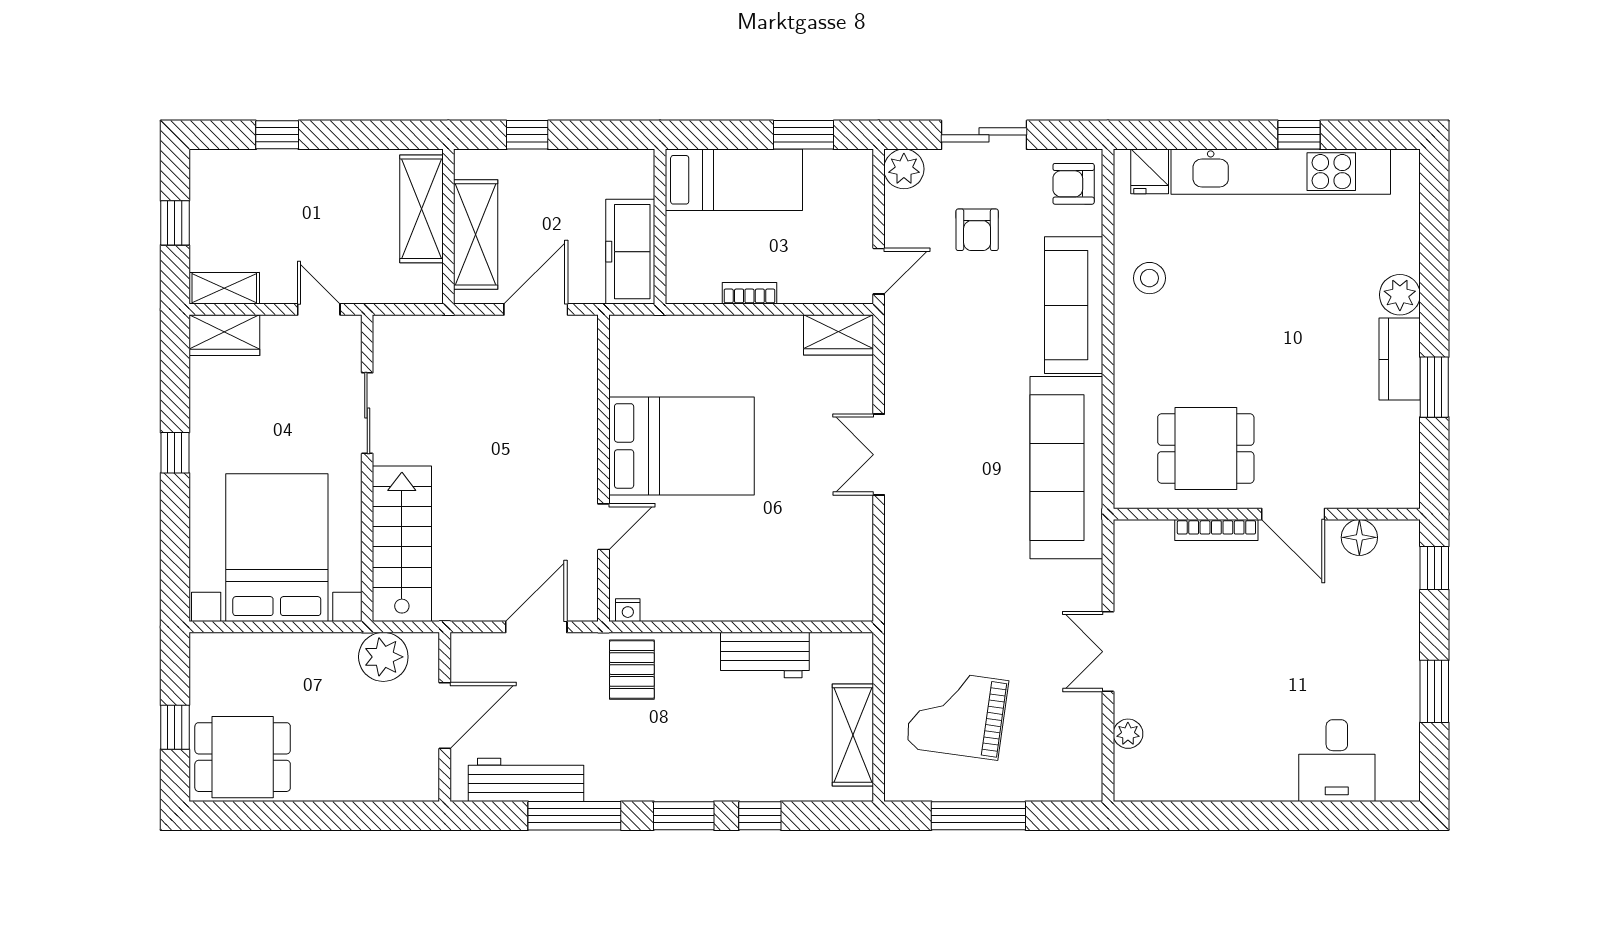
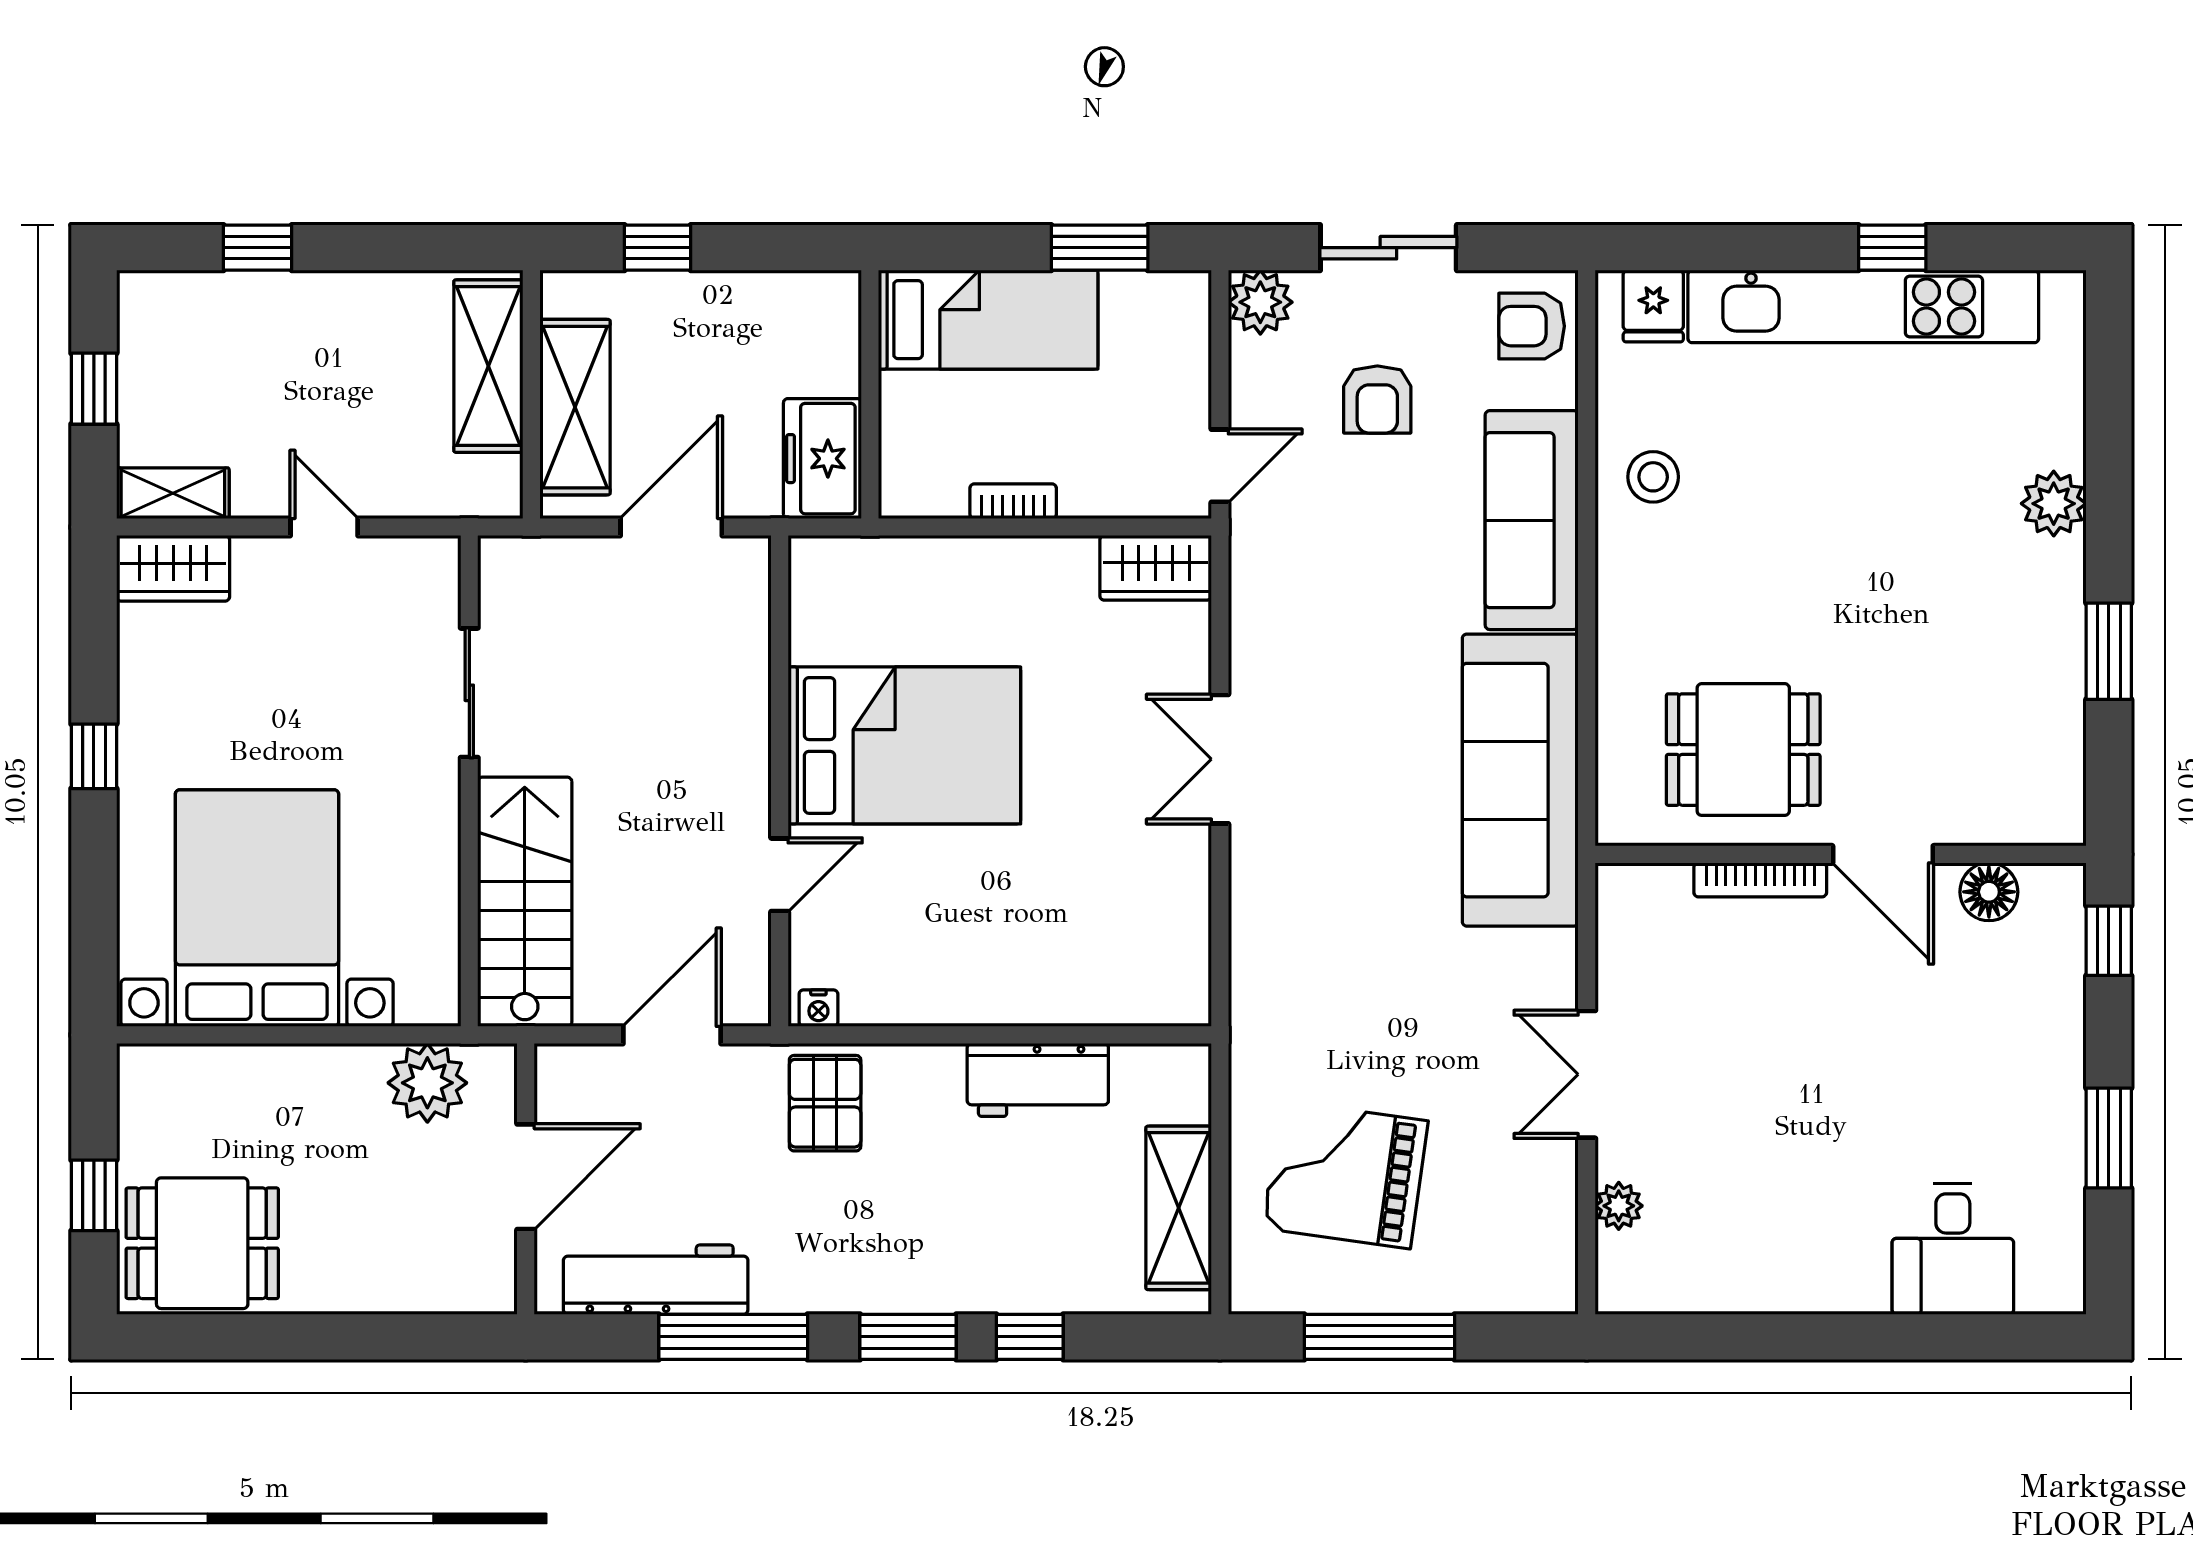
freezer: (630, 252) -> (822, 459), width x0.71
kitchen counter: (1400, 359) -> (2053, 606), removed
sliding door: (367, 413) -> (469, 693), moved
wall: (367, 468) -> (469, 781), moved
stairs: (402, 544) -> (525, 902), moved

